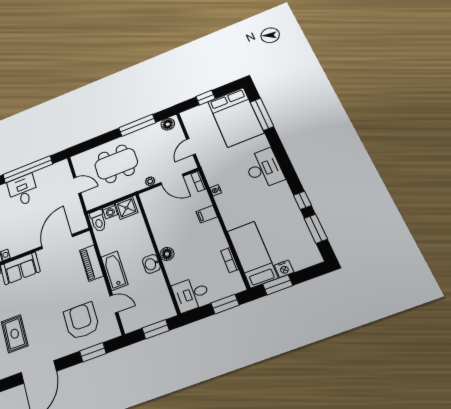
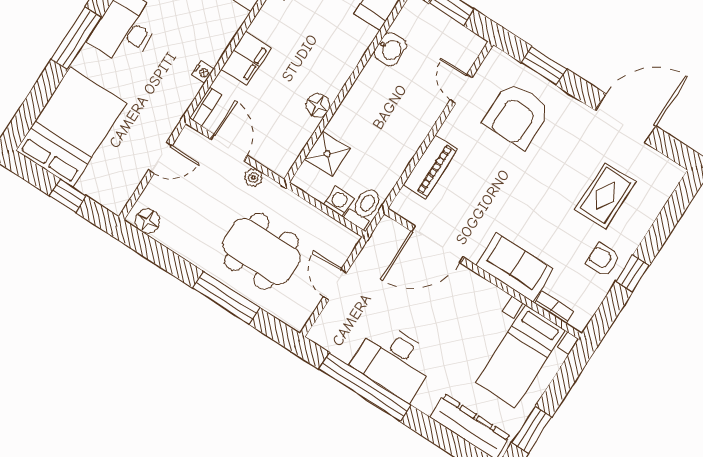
window: (262, 114) -> (77, 38), moved
window: (137, 125) -> (226, 298), moved
desk: (23, 190) -> (394, 361), width x1.37
shower: (126, 208) -> (327, 154), moved
filing cabinet: (207, 214) -> (246, 58), width x2.00
floor lamp: (167, 254) -> (318, 106), moved
washbasin: (151, 264) -> (390, 49), moved
bathtub: (114, 271) -> (417, 125), removed

